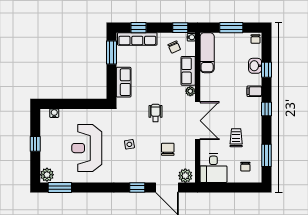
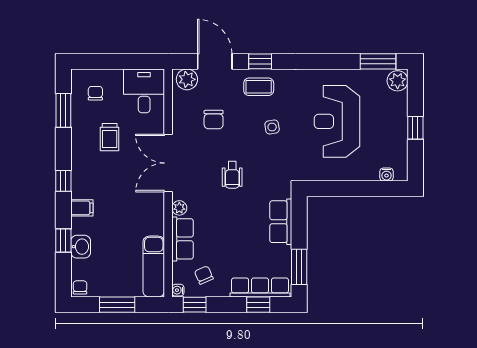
reception desk: (87, 148) -> (337, 121), turned 180
coffee table: (138, 171) -> (259, 87), added

